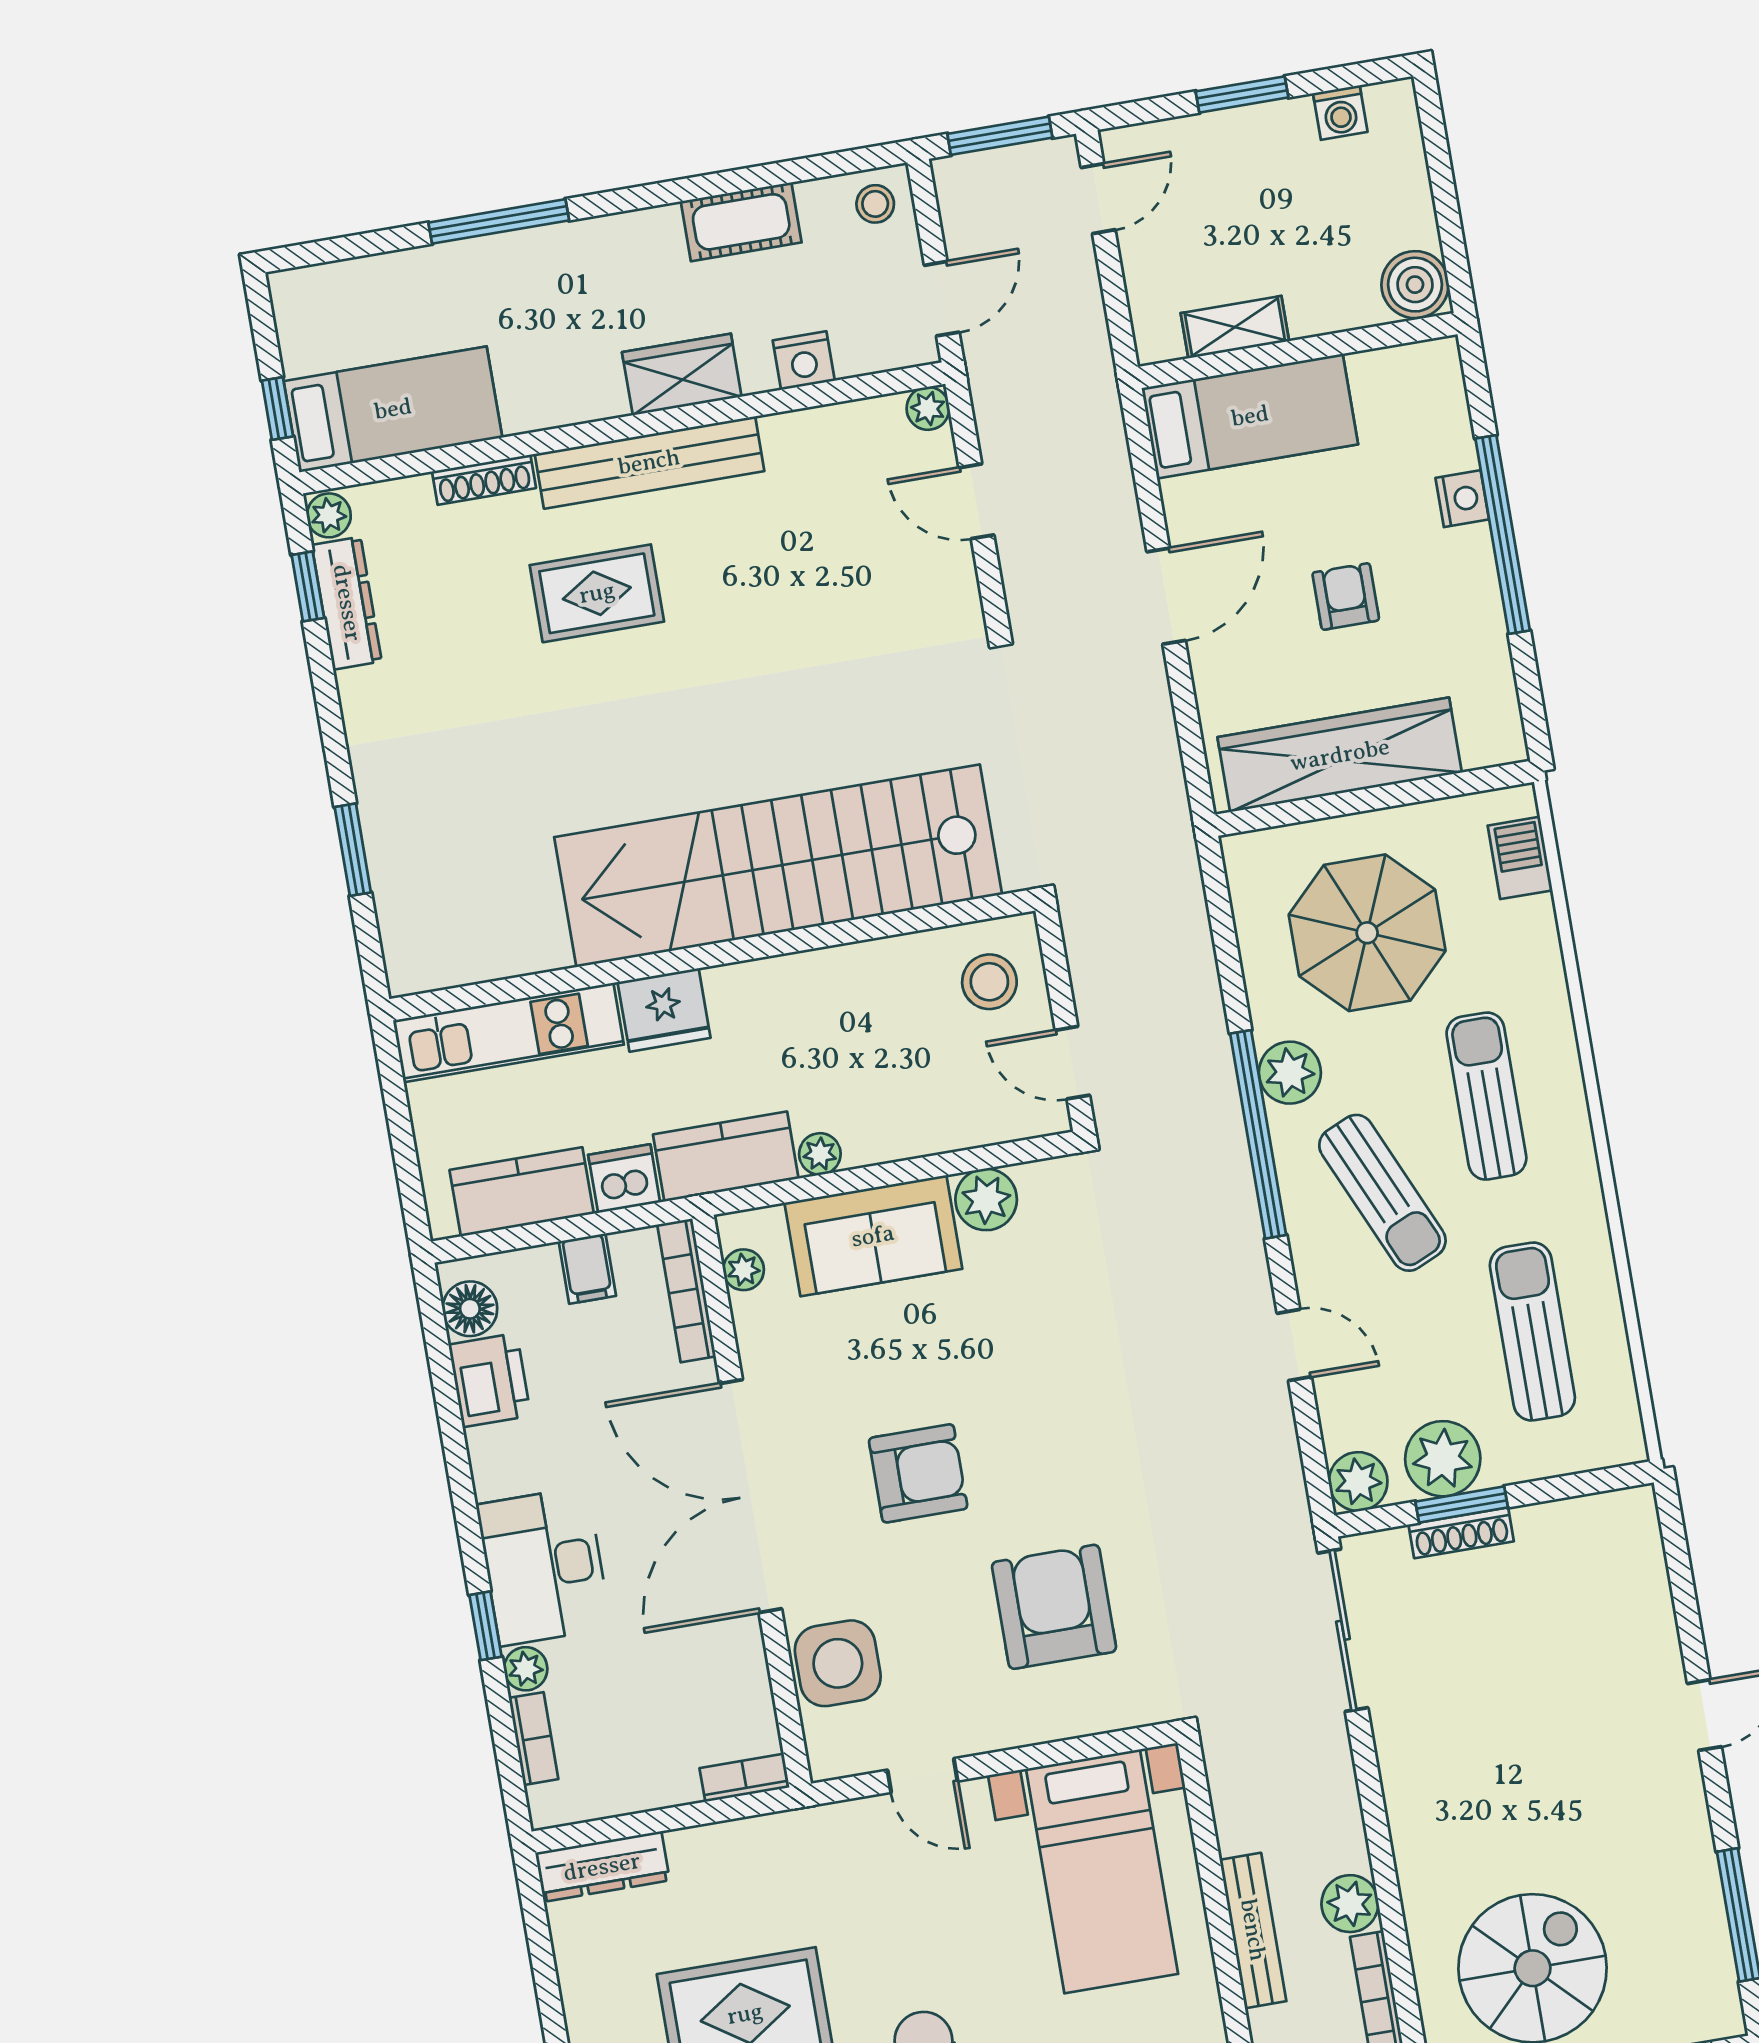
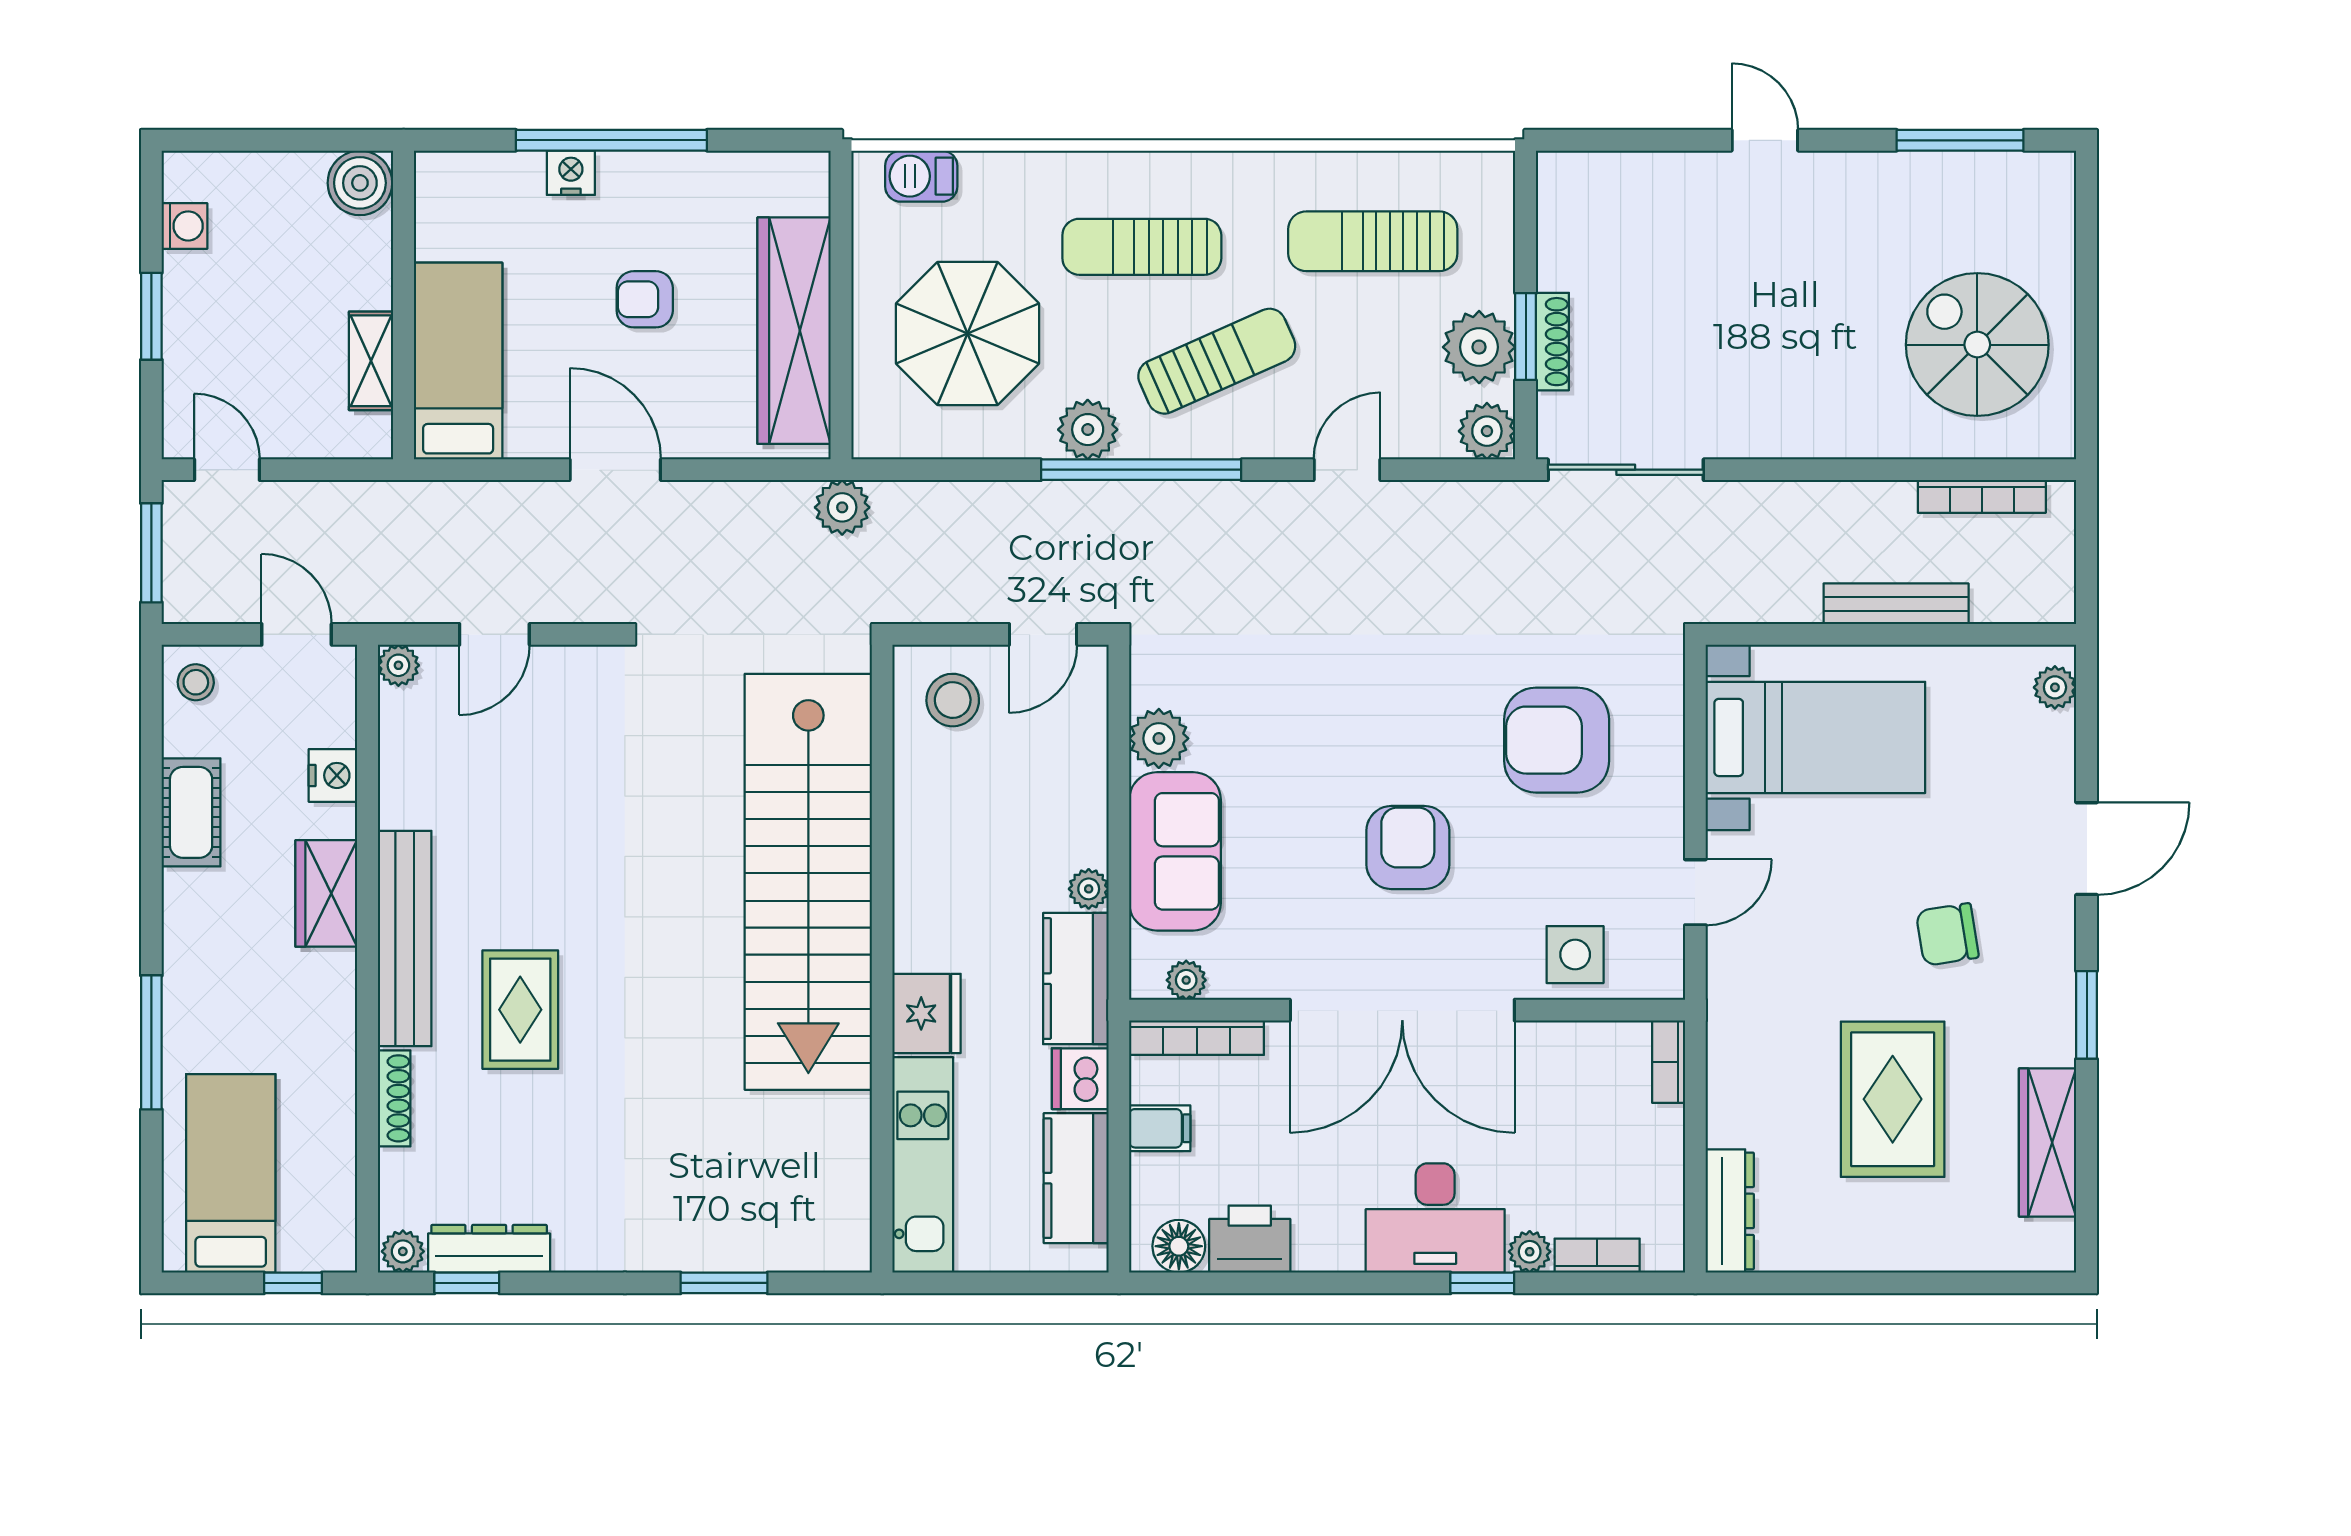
bed: (393, 409) -> (231, 1173), moved
side table: (838, 1663) -> (1575, 955), width x0.73, depth x0.73
plant: (1350, 1904) -> (842, 507), moved

